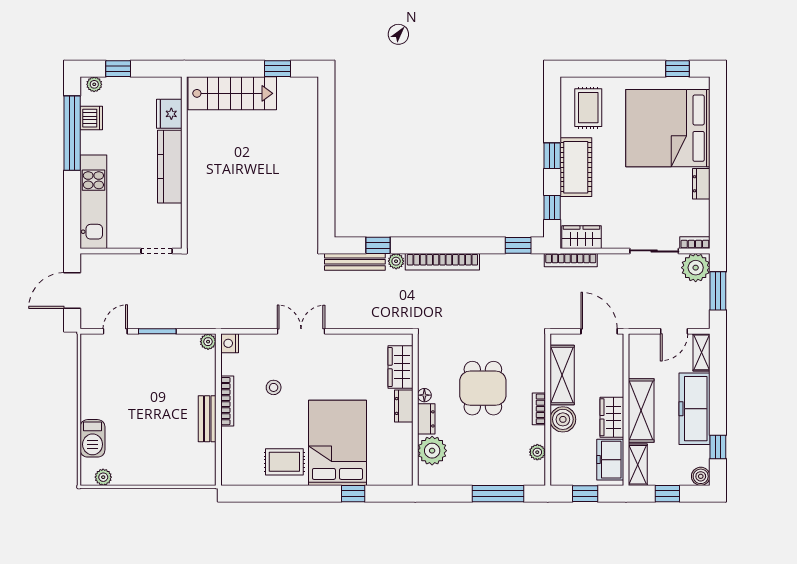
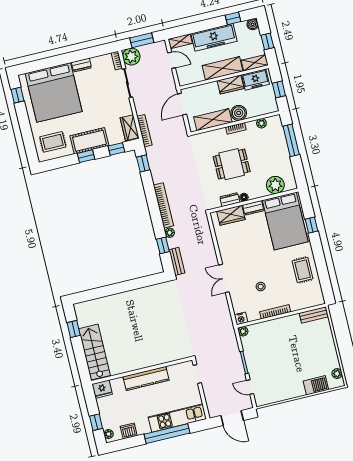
fridge: (169, 114) -> (102, 389), moved
window: (72, 133) -> (167, 434), moved
bench: (355, 262) -> (177, 261), width x0.73
bench: (207, 419) -> (314, 315), moved
dresser: (426, 419) -> (230, 200), moved
bed: (337, 443) -> (285, 221), moved, turned -90

